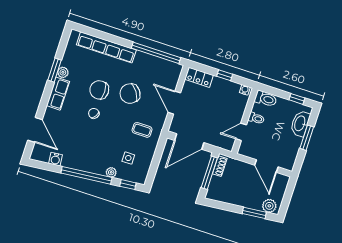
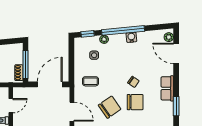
plant: (63, 72) -> (169, 37), moved
water cooler: (55, 159) -> (131, 37), moved

